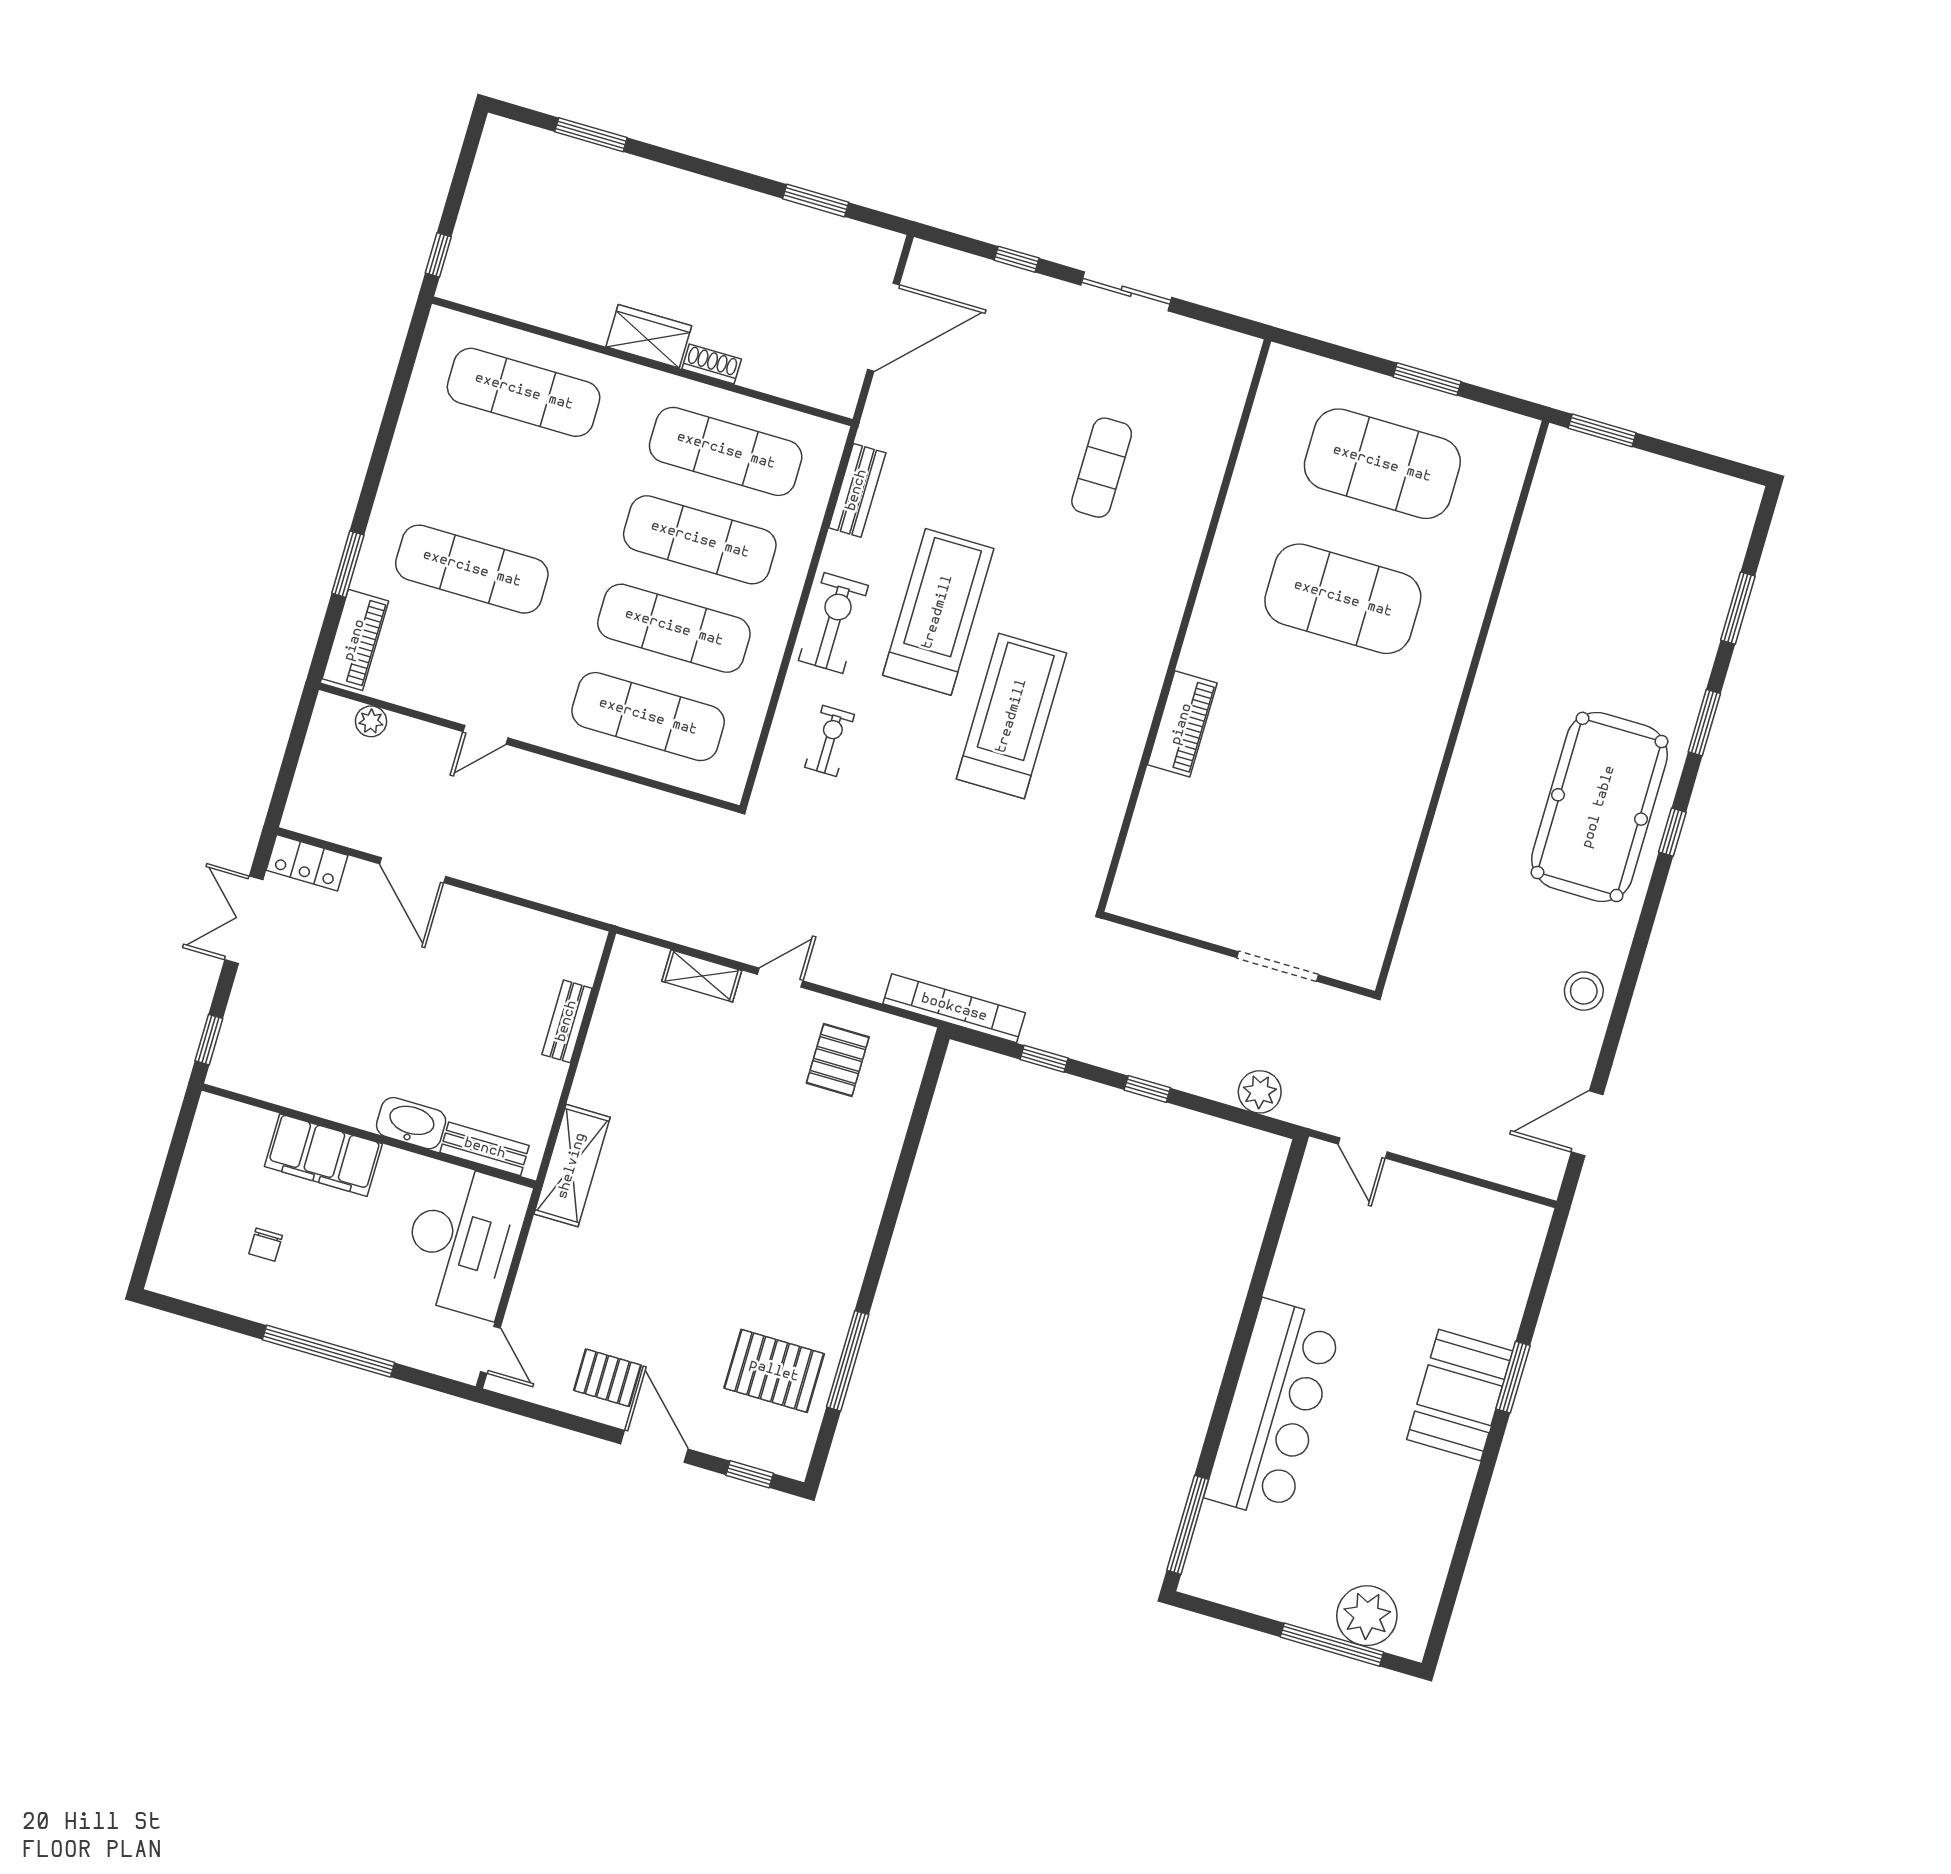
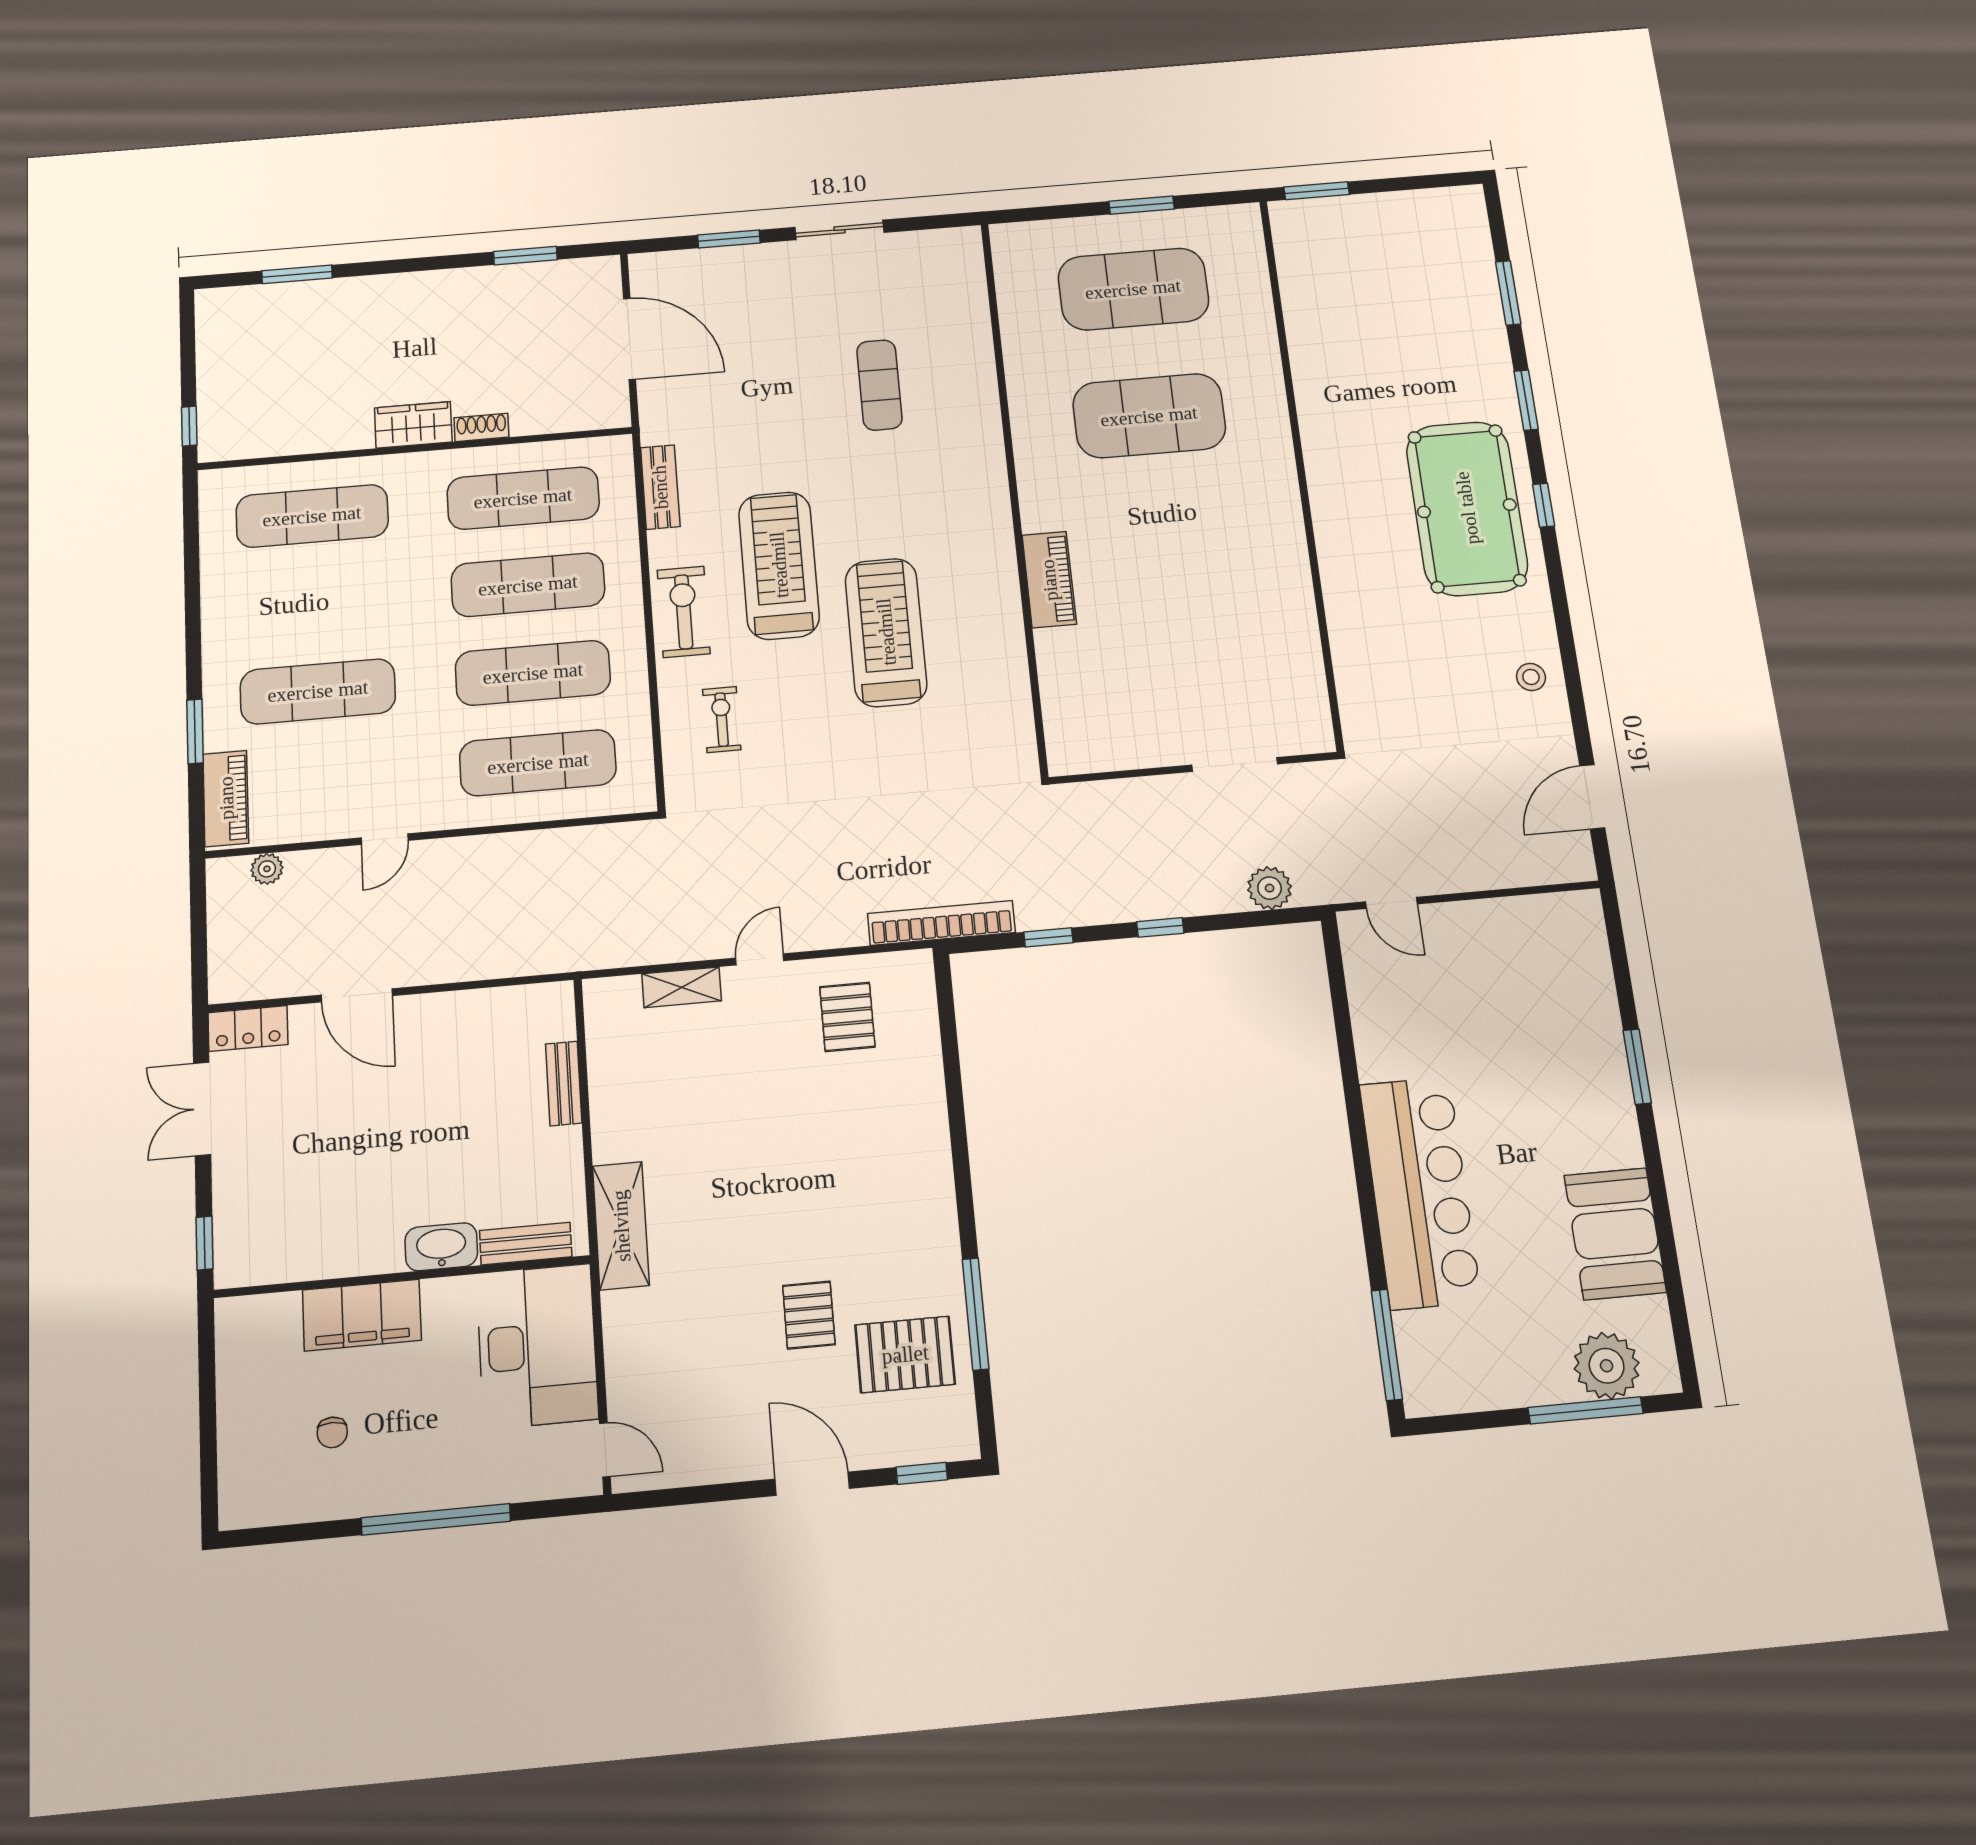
window: (1017, 259) -> (729, 239), width x1.50
door: (883, 327) -> (630, 339), hinge flipped
stool: (1584, 991) -> (1531, 677), width x0.73, depth x0.73
pallet: (607, 1378) -> (809, 1315), moved, turned 90
booth: (1460, 1395) -> (1615, 1234), moved

